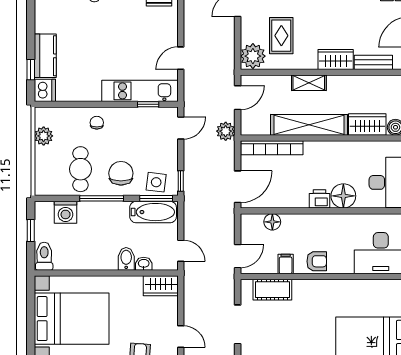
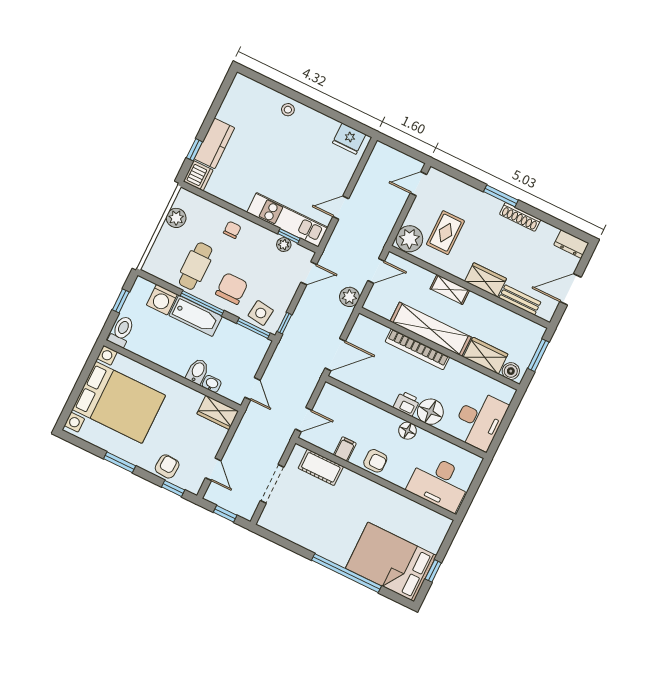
plant: (147, 114) -> (284, 245), added
bookcase: (272, 148) -> (417, 349), moved
bathtub: (153, 212) -> (196, 316), moved
floor lamp: (272, 222) -> (408, 431), moved

